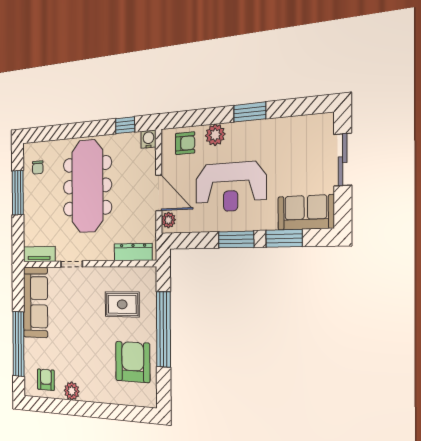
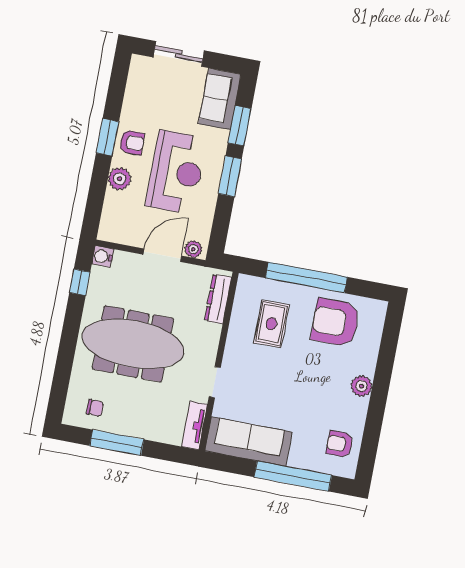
armchair: (185, 143) -> (132, 143), moved, turned 90
plant: (72, 391) -> (361, 386), moved

